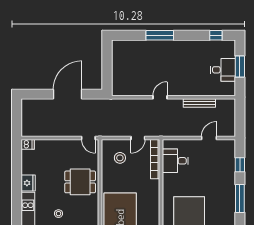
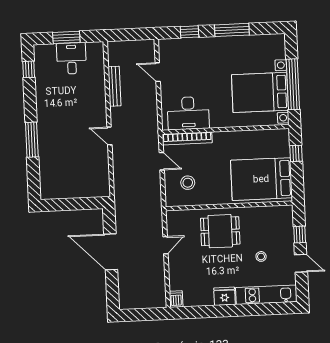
door: (88, 138) -> (166, 245), moved
desk: (175, 161) -> (188, 113), width x1.37
dining table: (80, 182) -> (220, 231), turned 90

